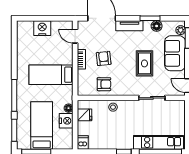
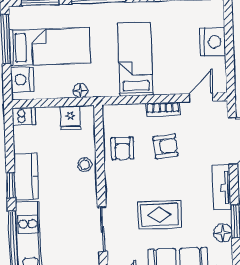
nightstand: (66, 121) -> (22, 80), moved, turned 90
kitchen counter: (119, 142) -> (26, 176), added

